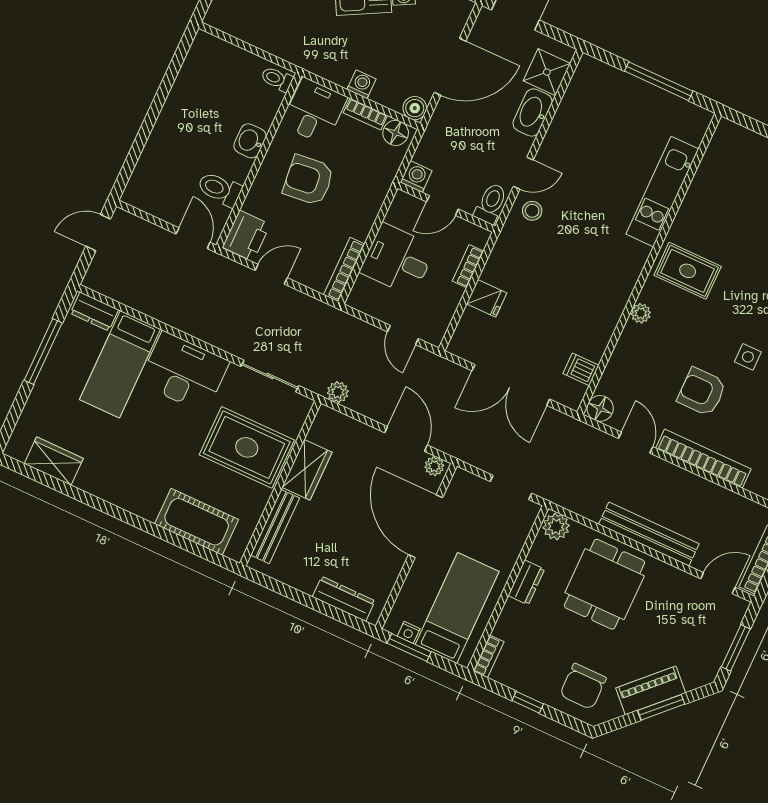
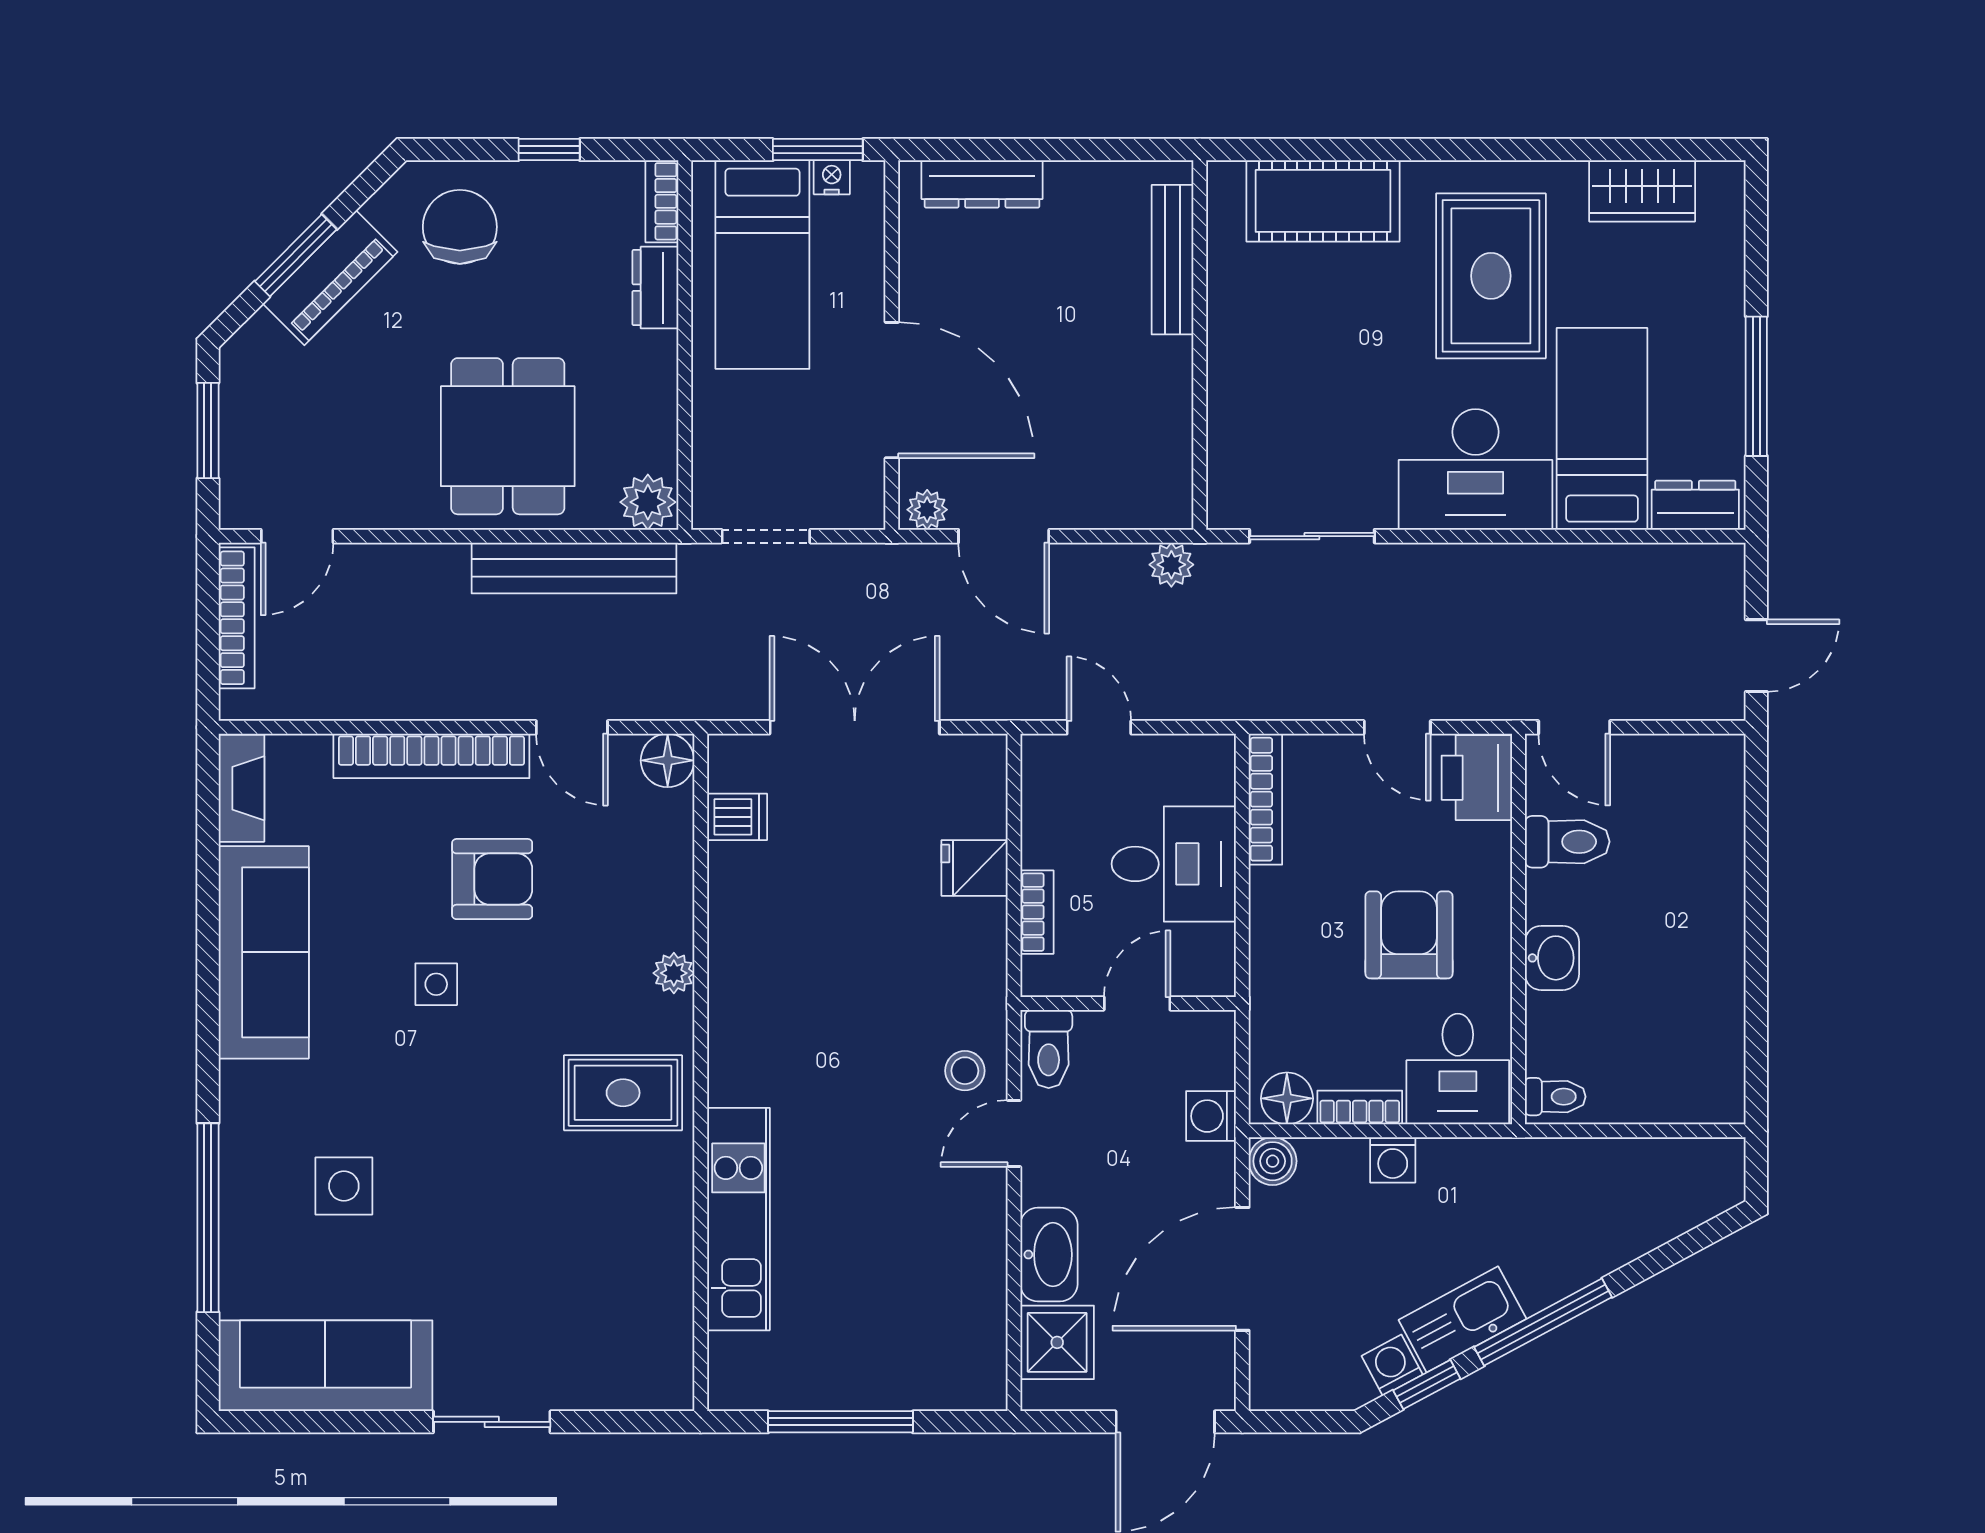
washing machine: (416, 177) -> (1211, 1116), moved, turned 90
armchair: (308, 180) -> (1409, 935), turned -84
door: (271, 274) -> (1397, 727), hinge flipped
rug: (247, 447) -> (1491, 276), moved, turned 90
wardrobe: (307, 470) -> (1162, 393), removed
bench: (649, 534) -> (574, 568), moved
dresser: (526, 582) -> (655, 288), moved

